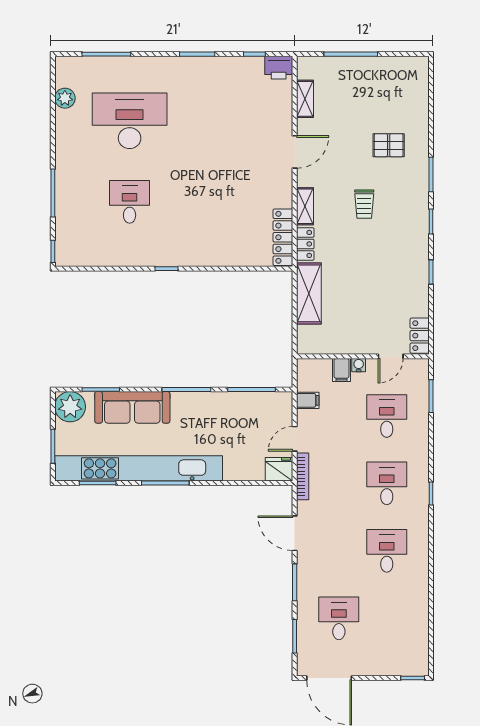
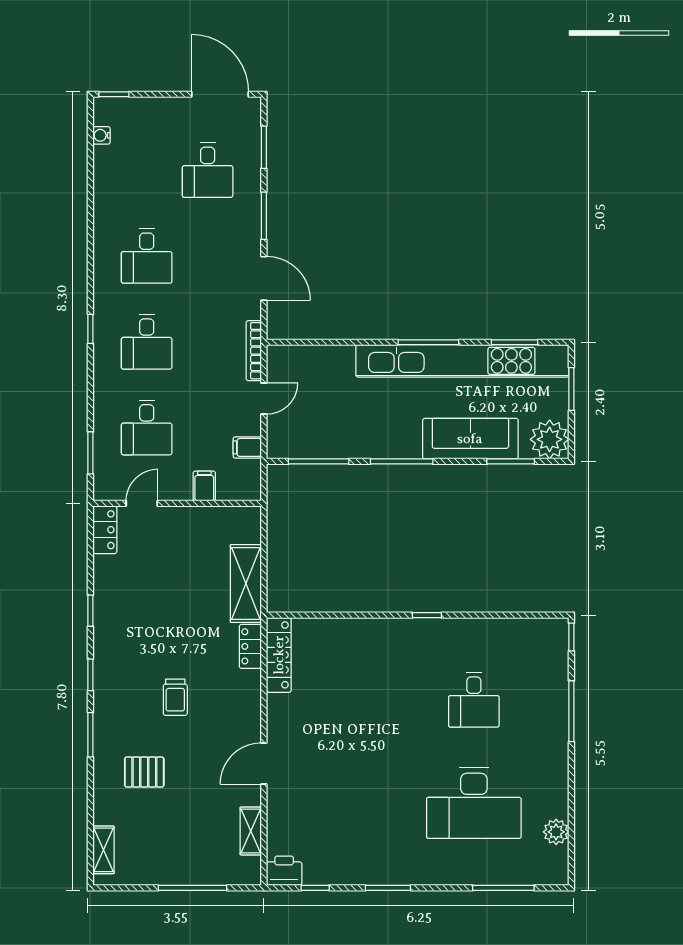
trolley: (364, 204) -> (175, 697), turned 180
shelving: (305, 206) -> (103, 850), moved
water cooler: (359, 365) -> (101, 135), moved, turned 90
fridge: (279, 469) -> (284, 360), removed

